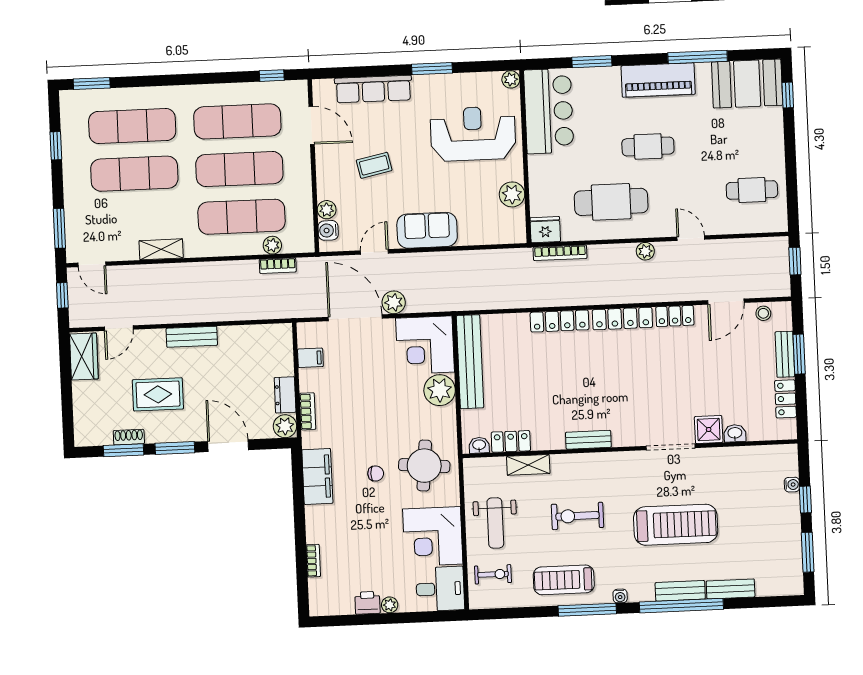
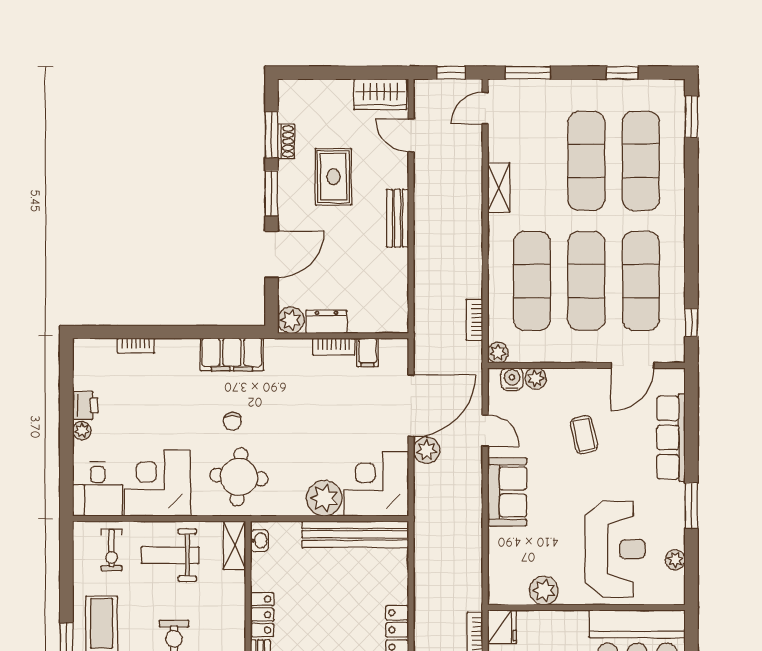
plant: (511, 79) -> (675, 560), moved
plant: (272, 245) -> (498, 353), moved
bookcase: (308, 411) -> (334, 347), moved
locker: (511, 441) -> (262, 615), moved
shelving: (528, 465) -> (235, 545), moved

